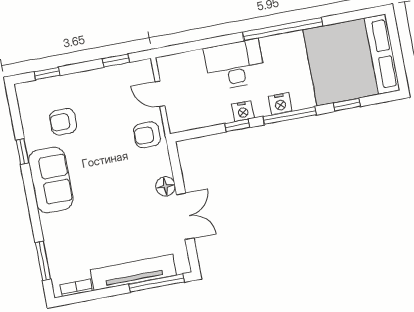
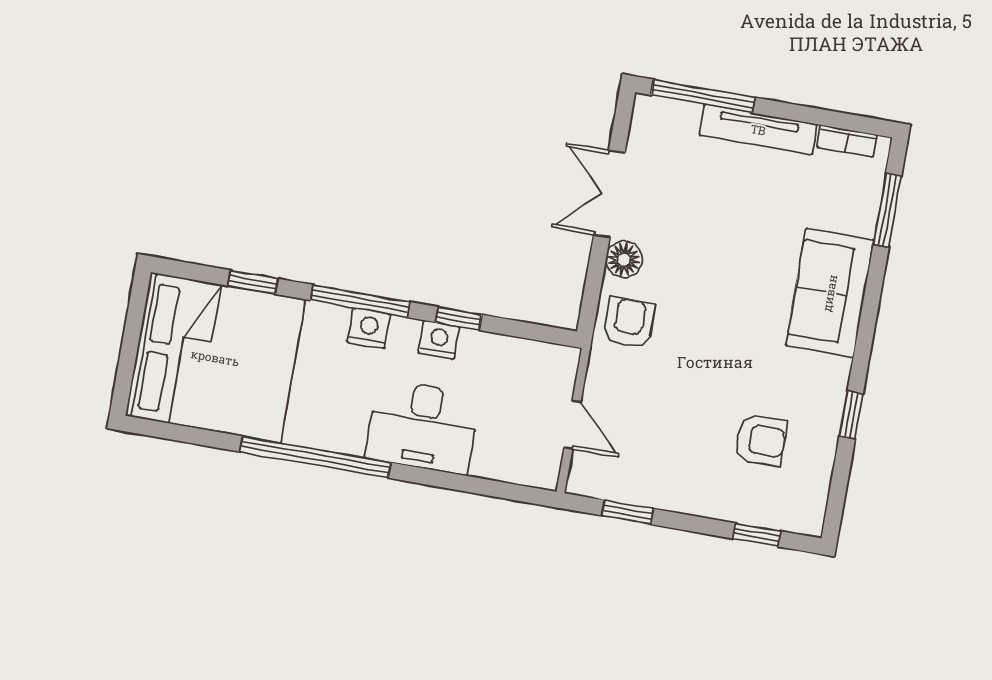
armchair: (147, 135) -> (629, 323), moved, turned -90
sofa: (51, 180) -> (830, 293), moved
tv unit: (133, 272) -> (758, 130), width x0.73, depth x0.78

